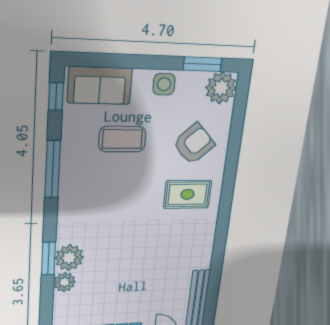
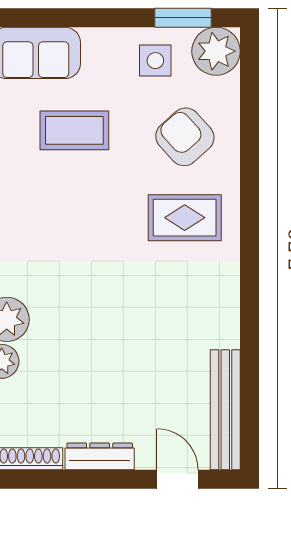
side table: (164, 84) -> (155, 61), moved
armchair: (194, 144) -> (185, 137), turned -89

